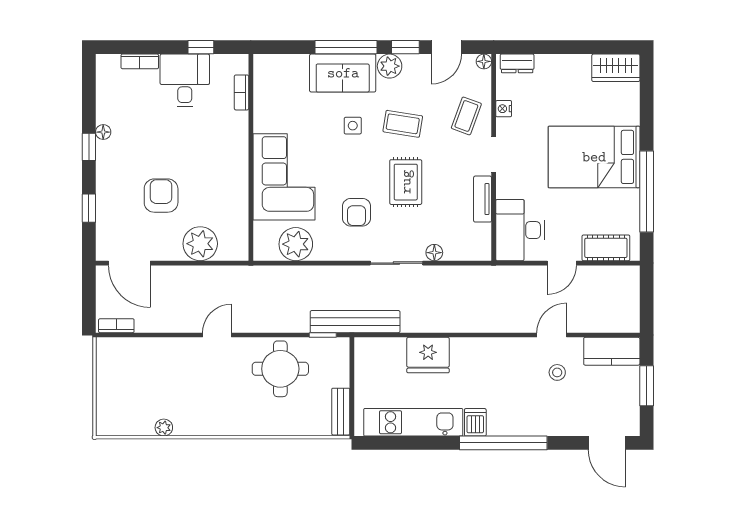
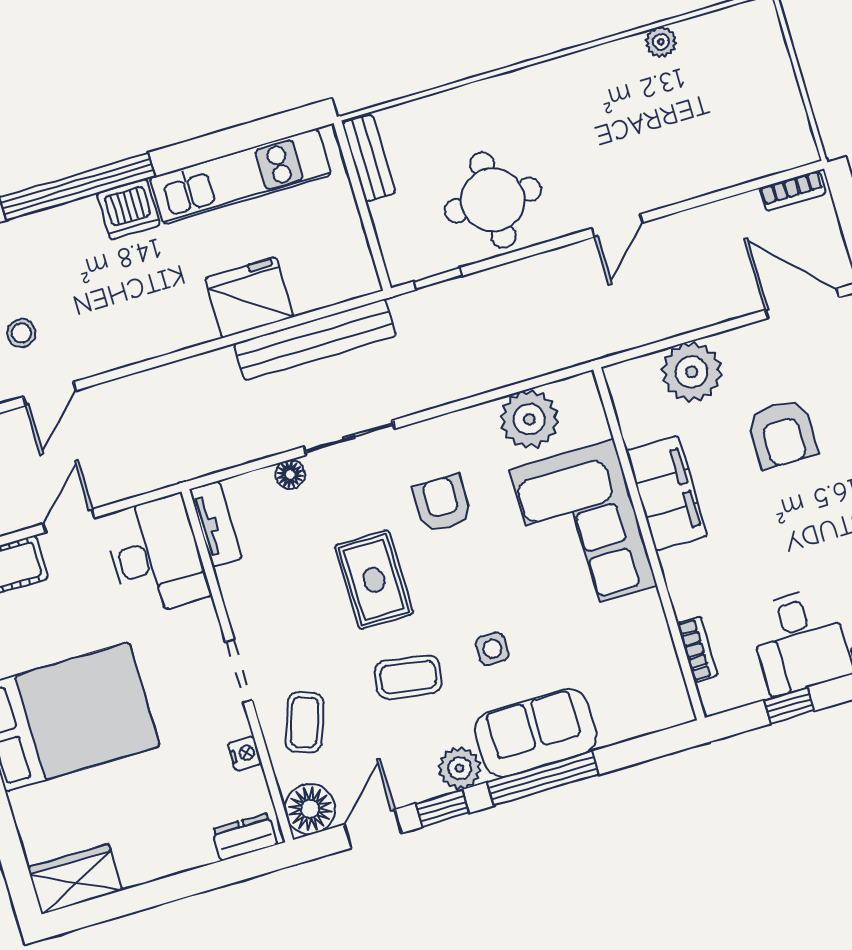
floor lamp: (484, 61) -> (310, 809), width x1.89, depth x1.89
filing cabinet: (233, 182) -> (667, 493), added
tv unit: (483, 199) -> (216, 524), moved
bench: (355, 322) -> (315, 340), moved
dishwasher: (475, 422) -> (128, 209), width x1.38

